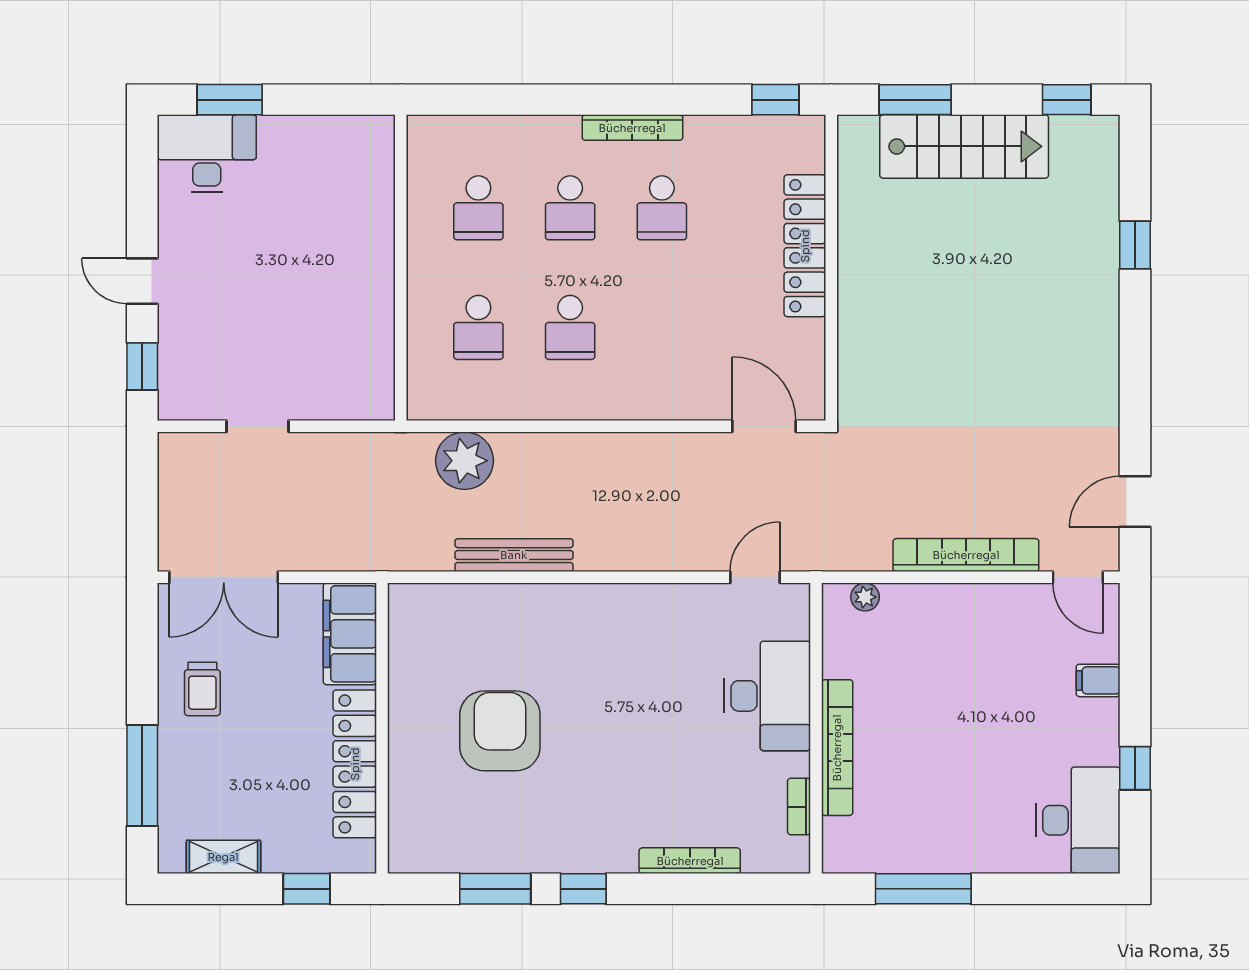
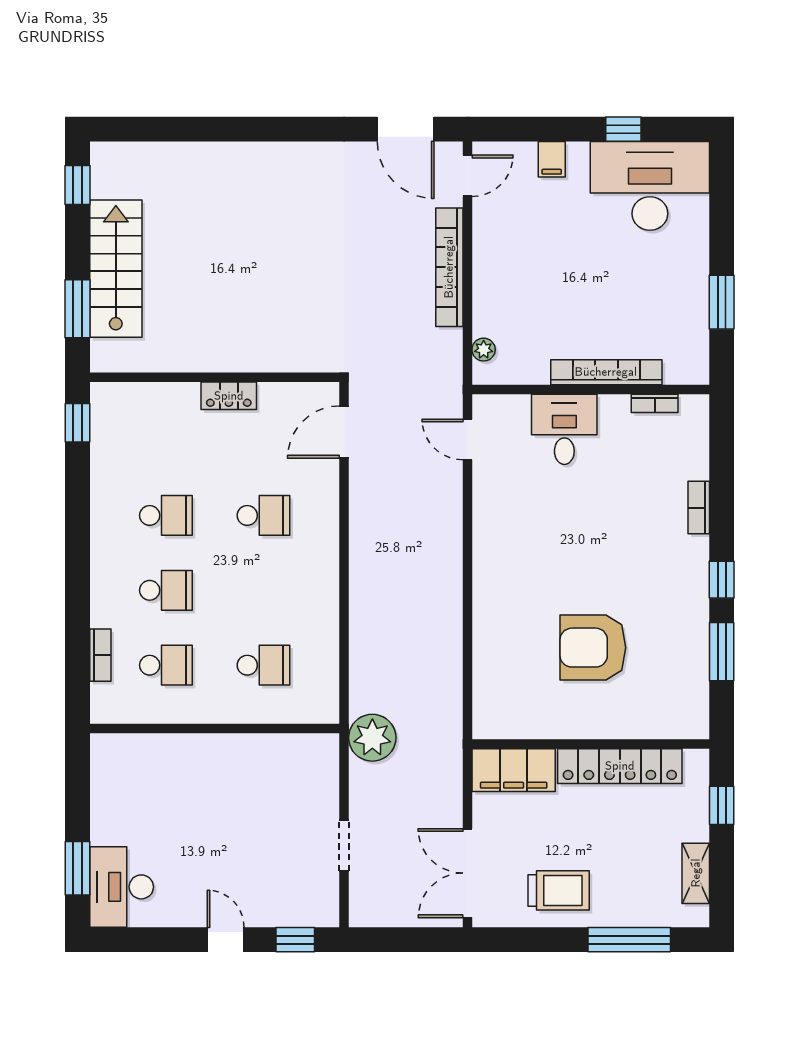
bookcase: (632, 128) -> (100, 655), moved, width x0.64
window: (1135, 245) -> (196, 129), removed
locker: (805, 246) -> (229, 396), width x0.46, depth x0.83
door: (142, 281) -> (226, 940), swing flipped
school desk: (570, 327) -> (263, 515), moved
plant: (465, 461) -> (372, 738), moved
door: (1135, 502) -> (406, 129), width x1.37
bench: (514, 555) -> (449, 636), removed
double door: (224, 577) -> (467, 873), swing flipped
trolley: (202, 689) -> (559, 890), width x1.36, depth x1.39
desk: (767, 696) -> (564, 429), width x0.73
desk: (1078, 820) -> (650, 186), width x1.36, depth x1.30
bookcase: (690, 861) -> (699, 508), width x0.64
window: (923, 889) -> (722, 302), width x0.69

